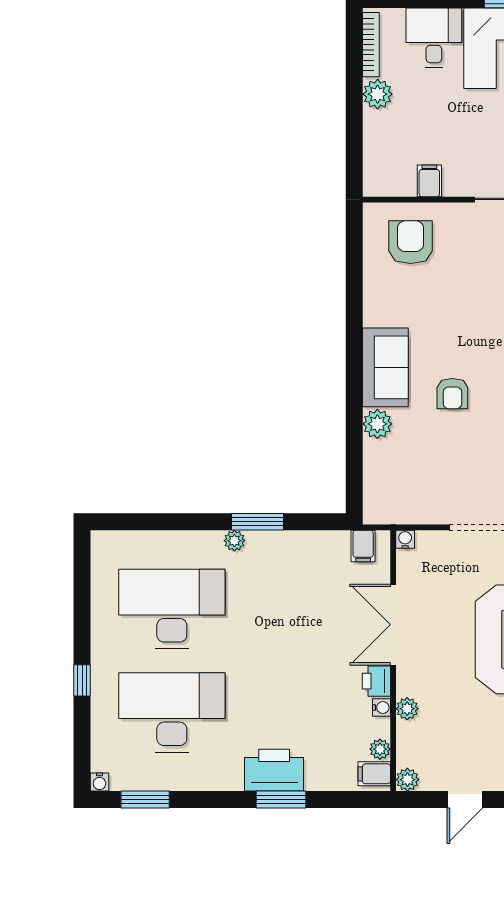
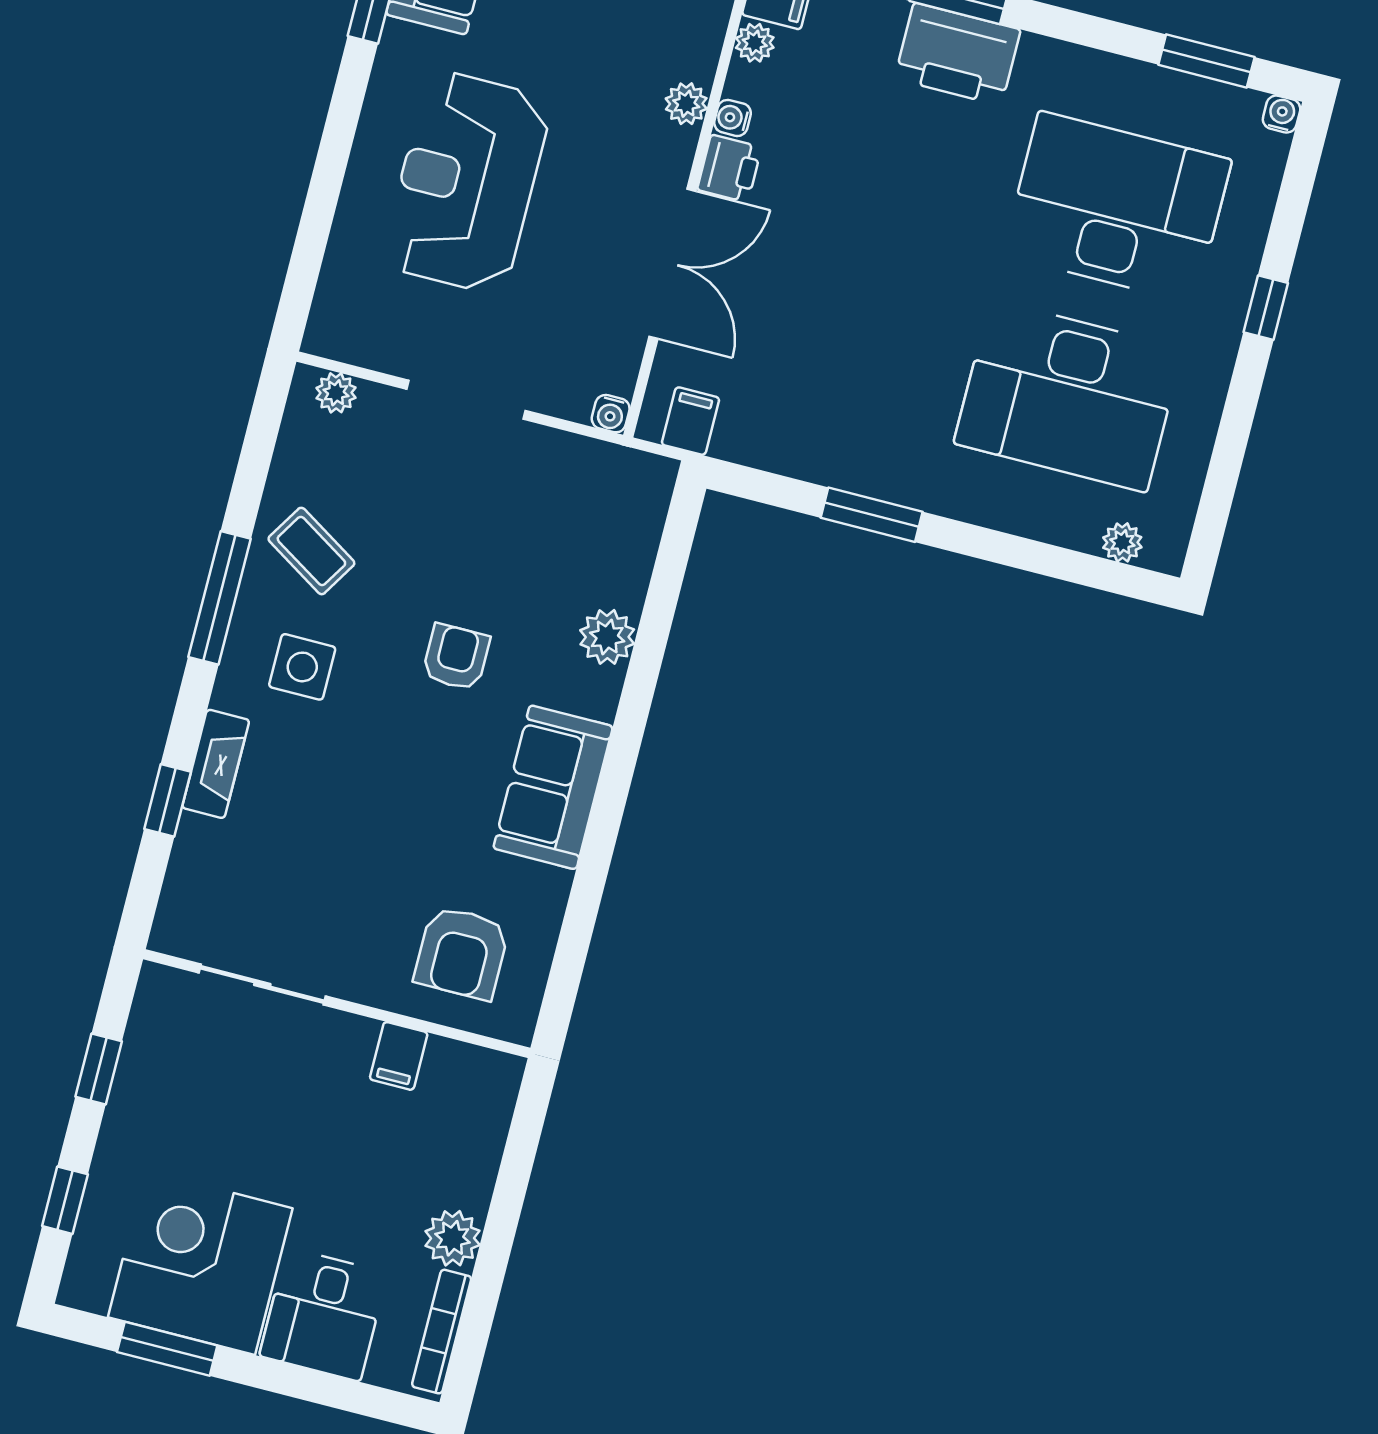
sofa: (385, 367) -> (553, 787), moved
plant: (234, 541) -> (1122, 542), moved
desk: (172, 712) -> (1117, 207), turned 180

